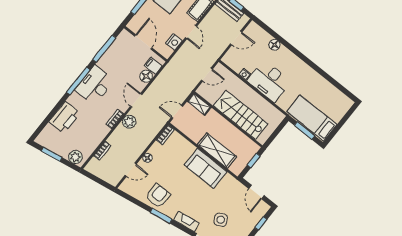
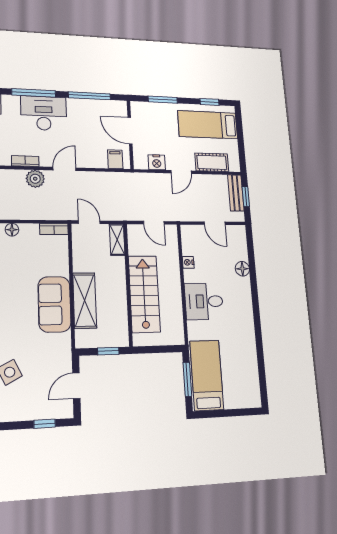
door: (143, 42) -> (130, 131), swing flipped
floor lamp: (146, 76) -> (98, 160), removed
desk: (269, 81) -> (204, 301), width x0.73

